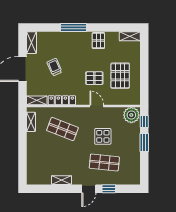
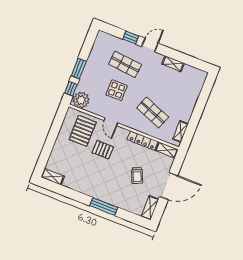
pallet: (98, 41) -> (85, 184), removed
pallet: (120, 76) -> (83, 131), moved

